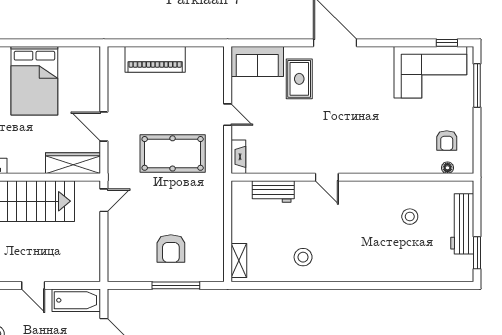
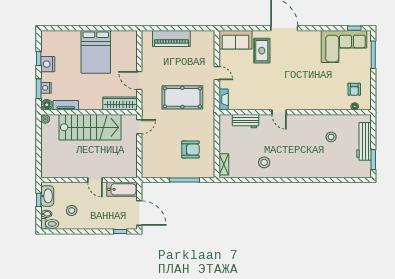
armchair: (171, 248) -> (191, 149), moved, turned -90

